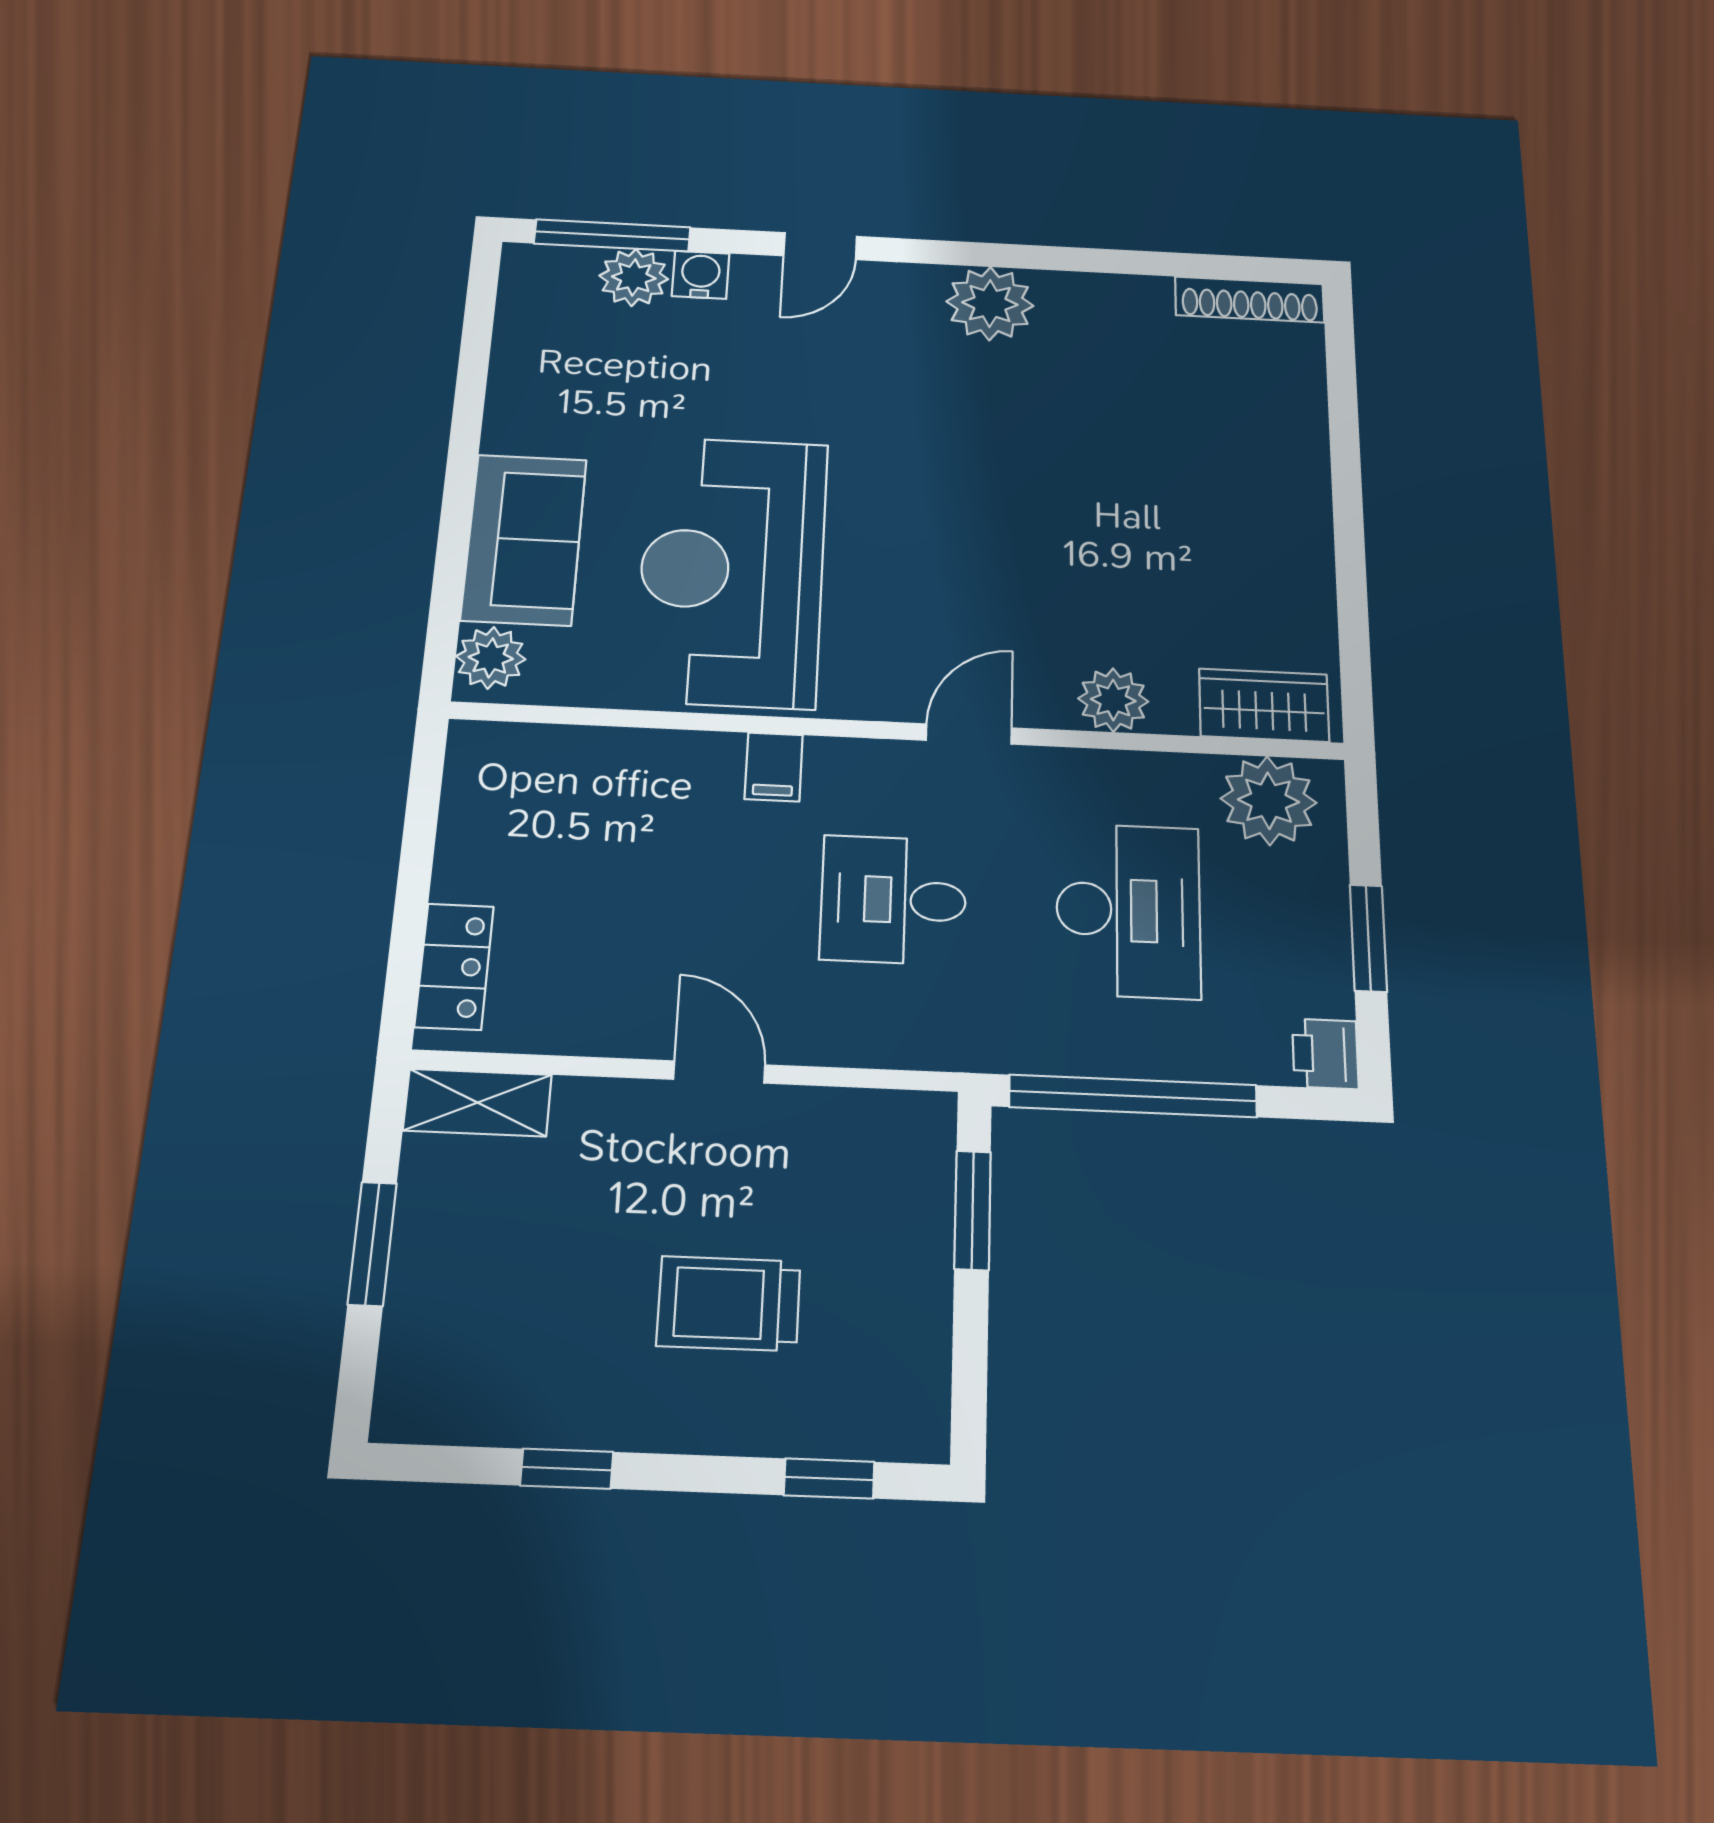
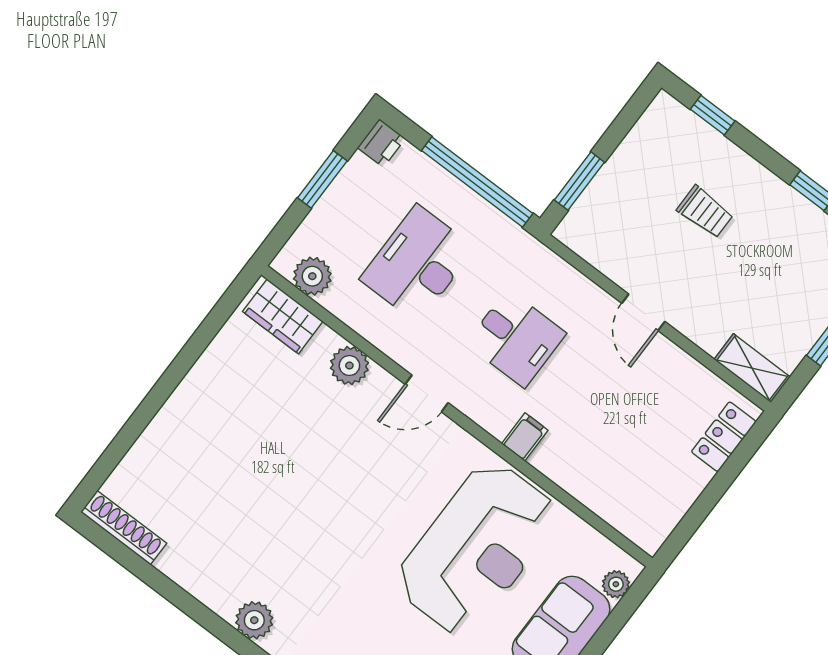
plant: (990, 304) -> (254, 620), width x0.73, depth x0.73
plant: (491, 658) -> (616, 584), width x0.73, depth x0.73
plant: (1269, 801) -> (312, 276), width x0.73, depth x0.73
trolley: (729, 1304) -> (705, 212), width x0.73, depth x0.72

